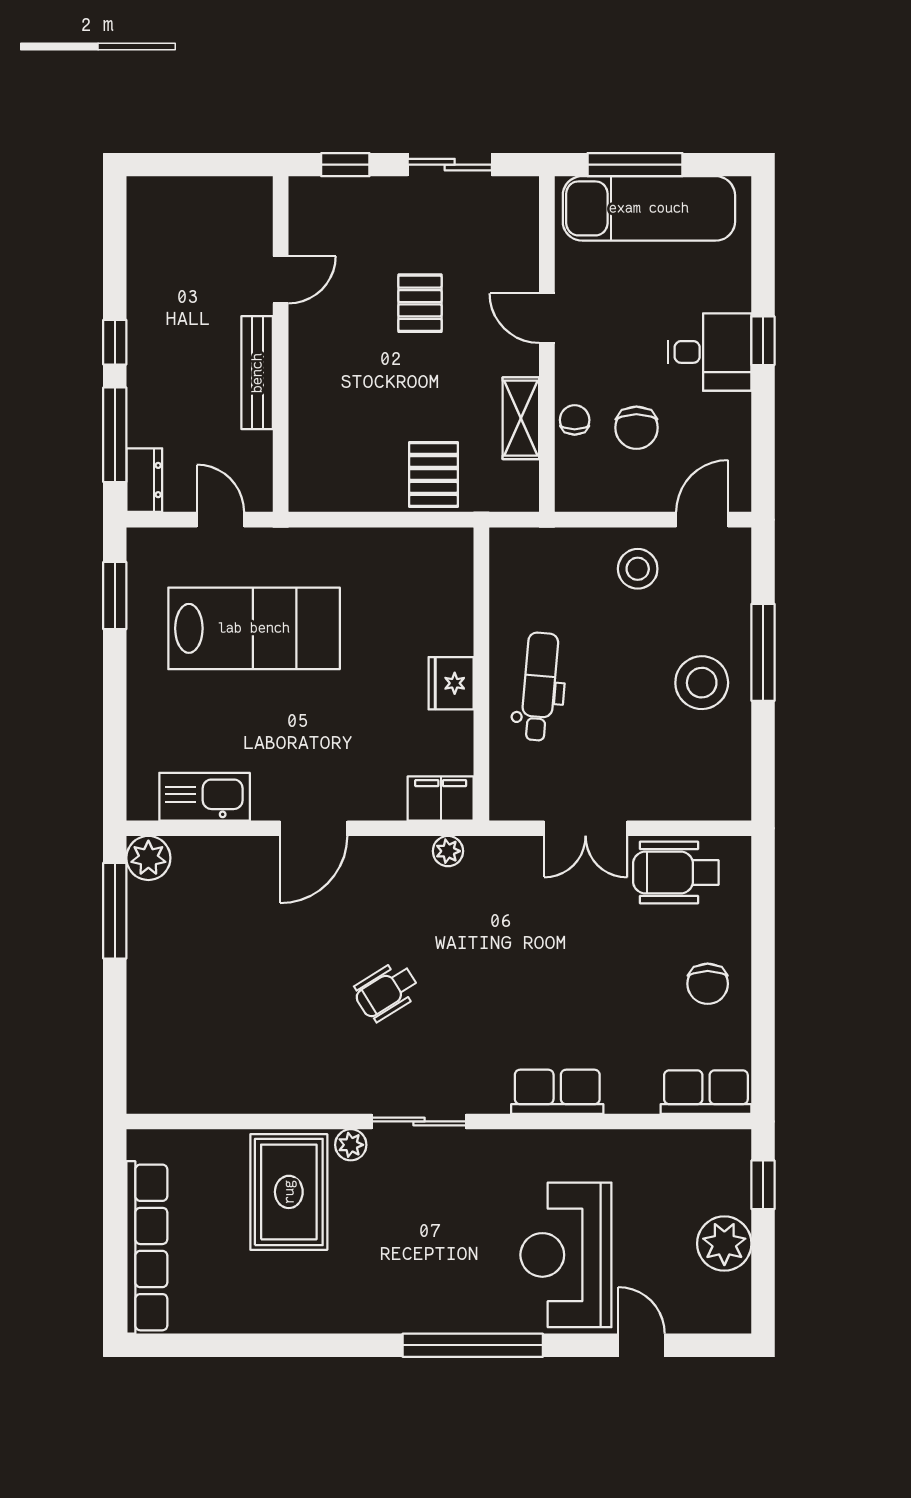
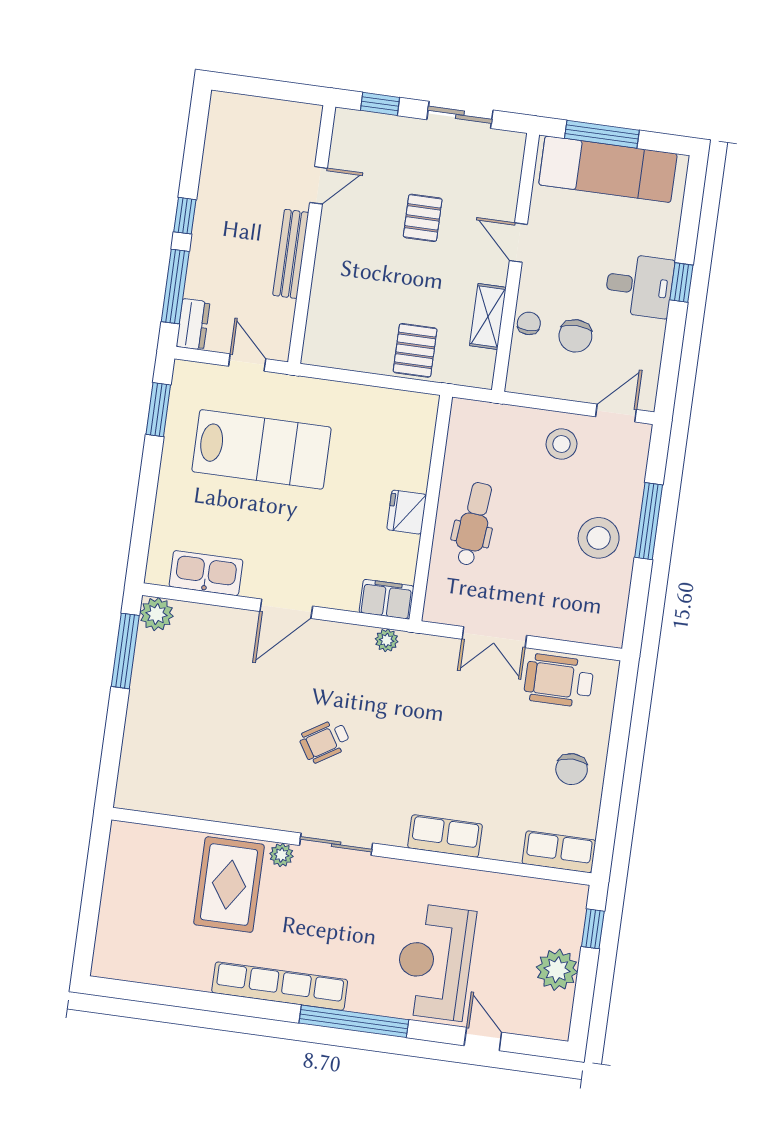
row of seats: (147, 1247) -> (280, 986), moved, turned -90

